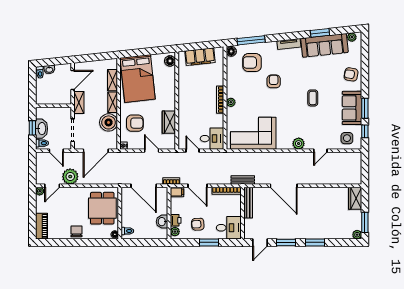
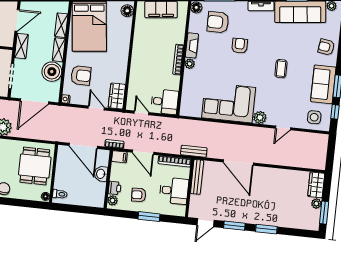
fireplace: (231, 86) -> (192, 45), added
wardrobe: (169, 122) -> (117, 96), moved
corner sofa: (253, 133) -> (229, 103), moved
washbasin: (162, 222) -> (101, 174), moved
desk: (229, 228) -> (174, 191), moved
plant: (357, 235) -> (316, 203), moved

